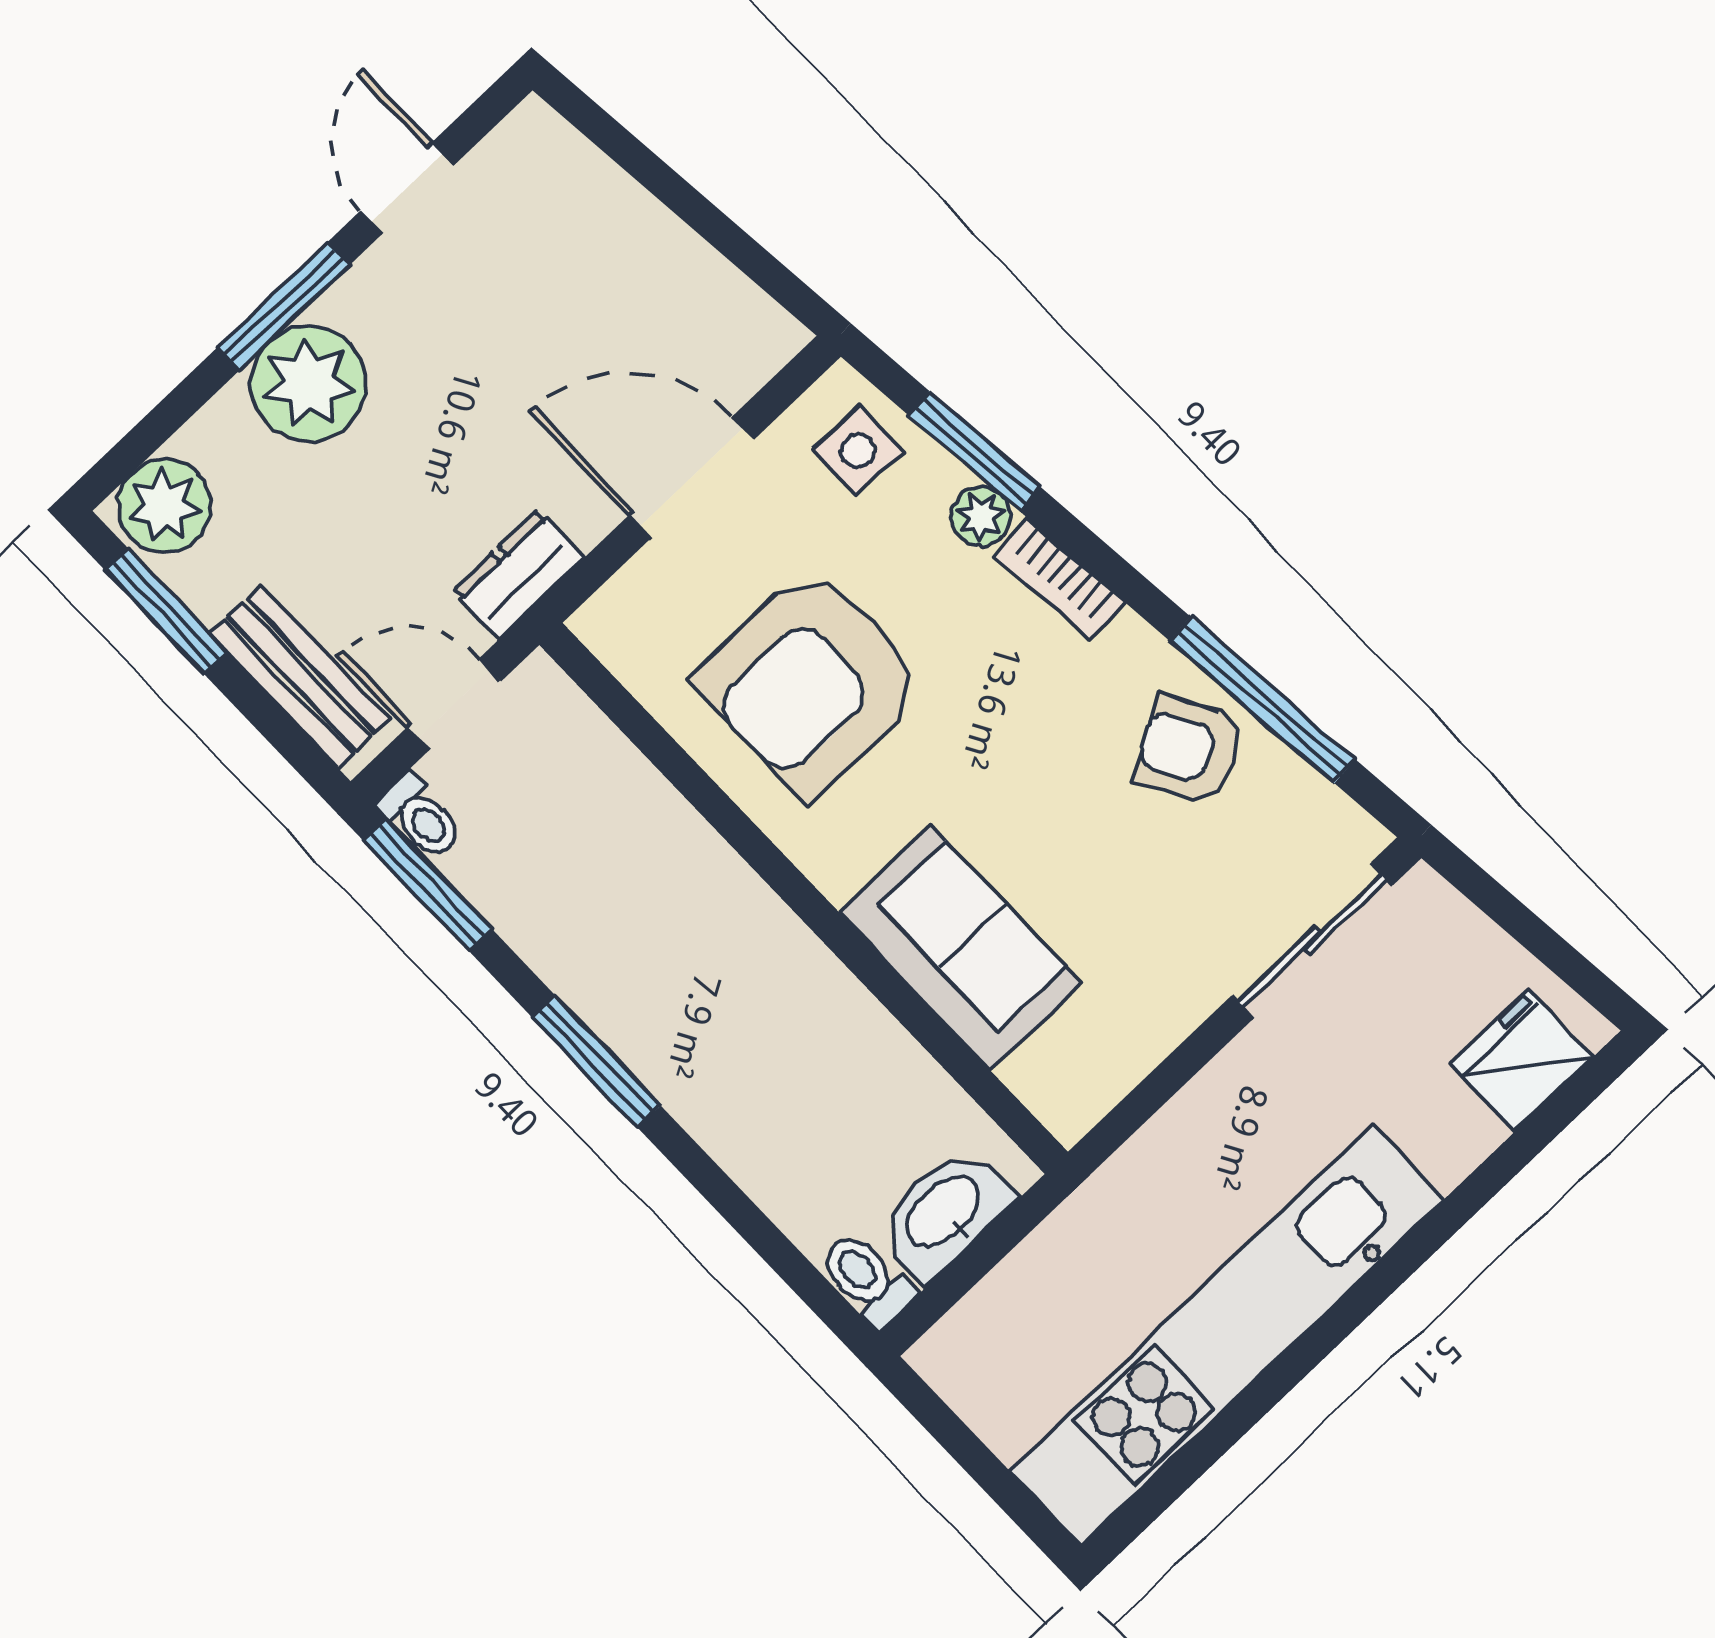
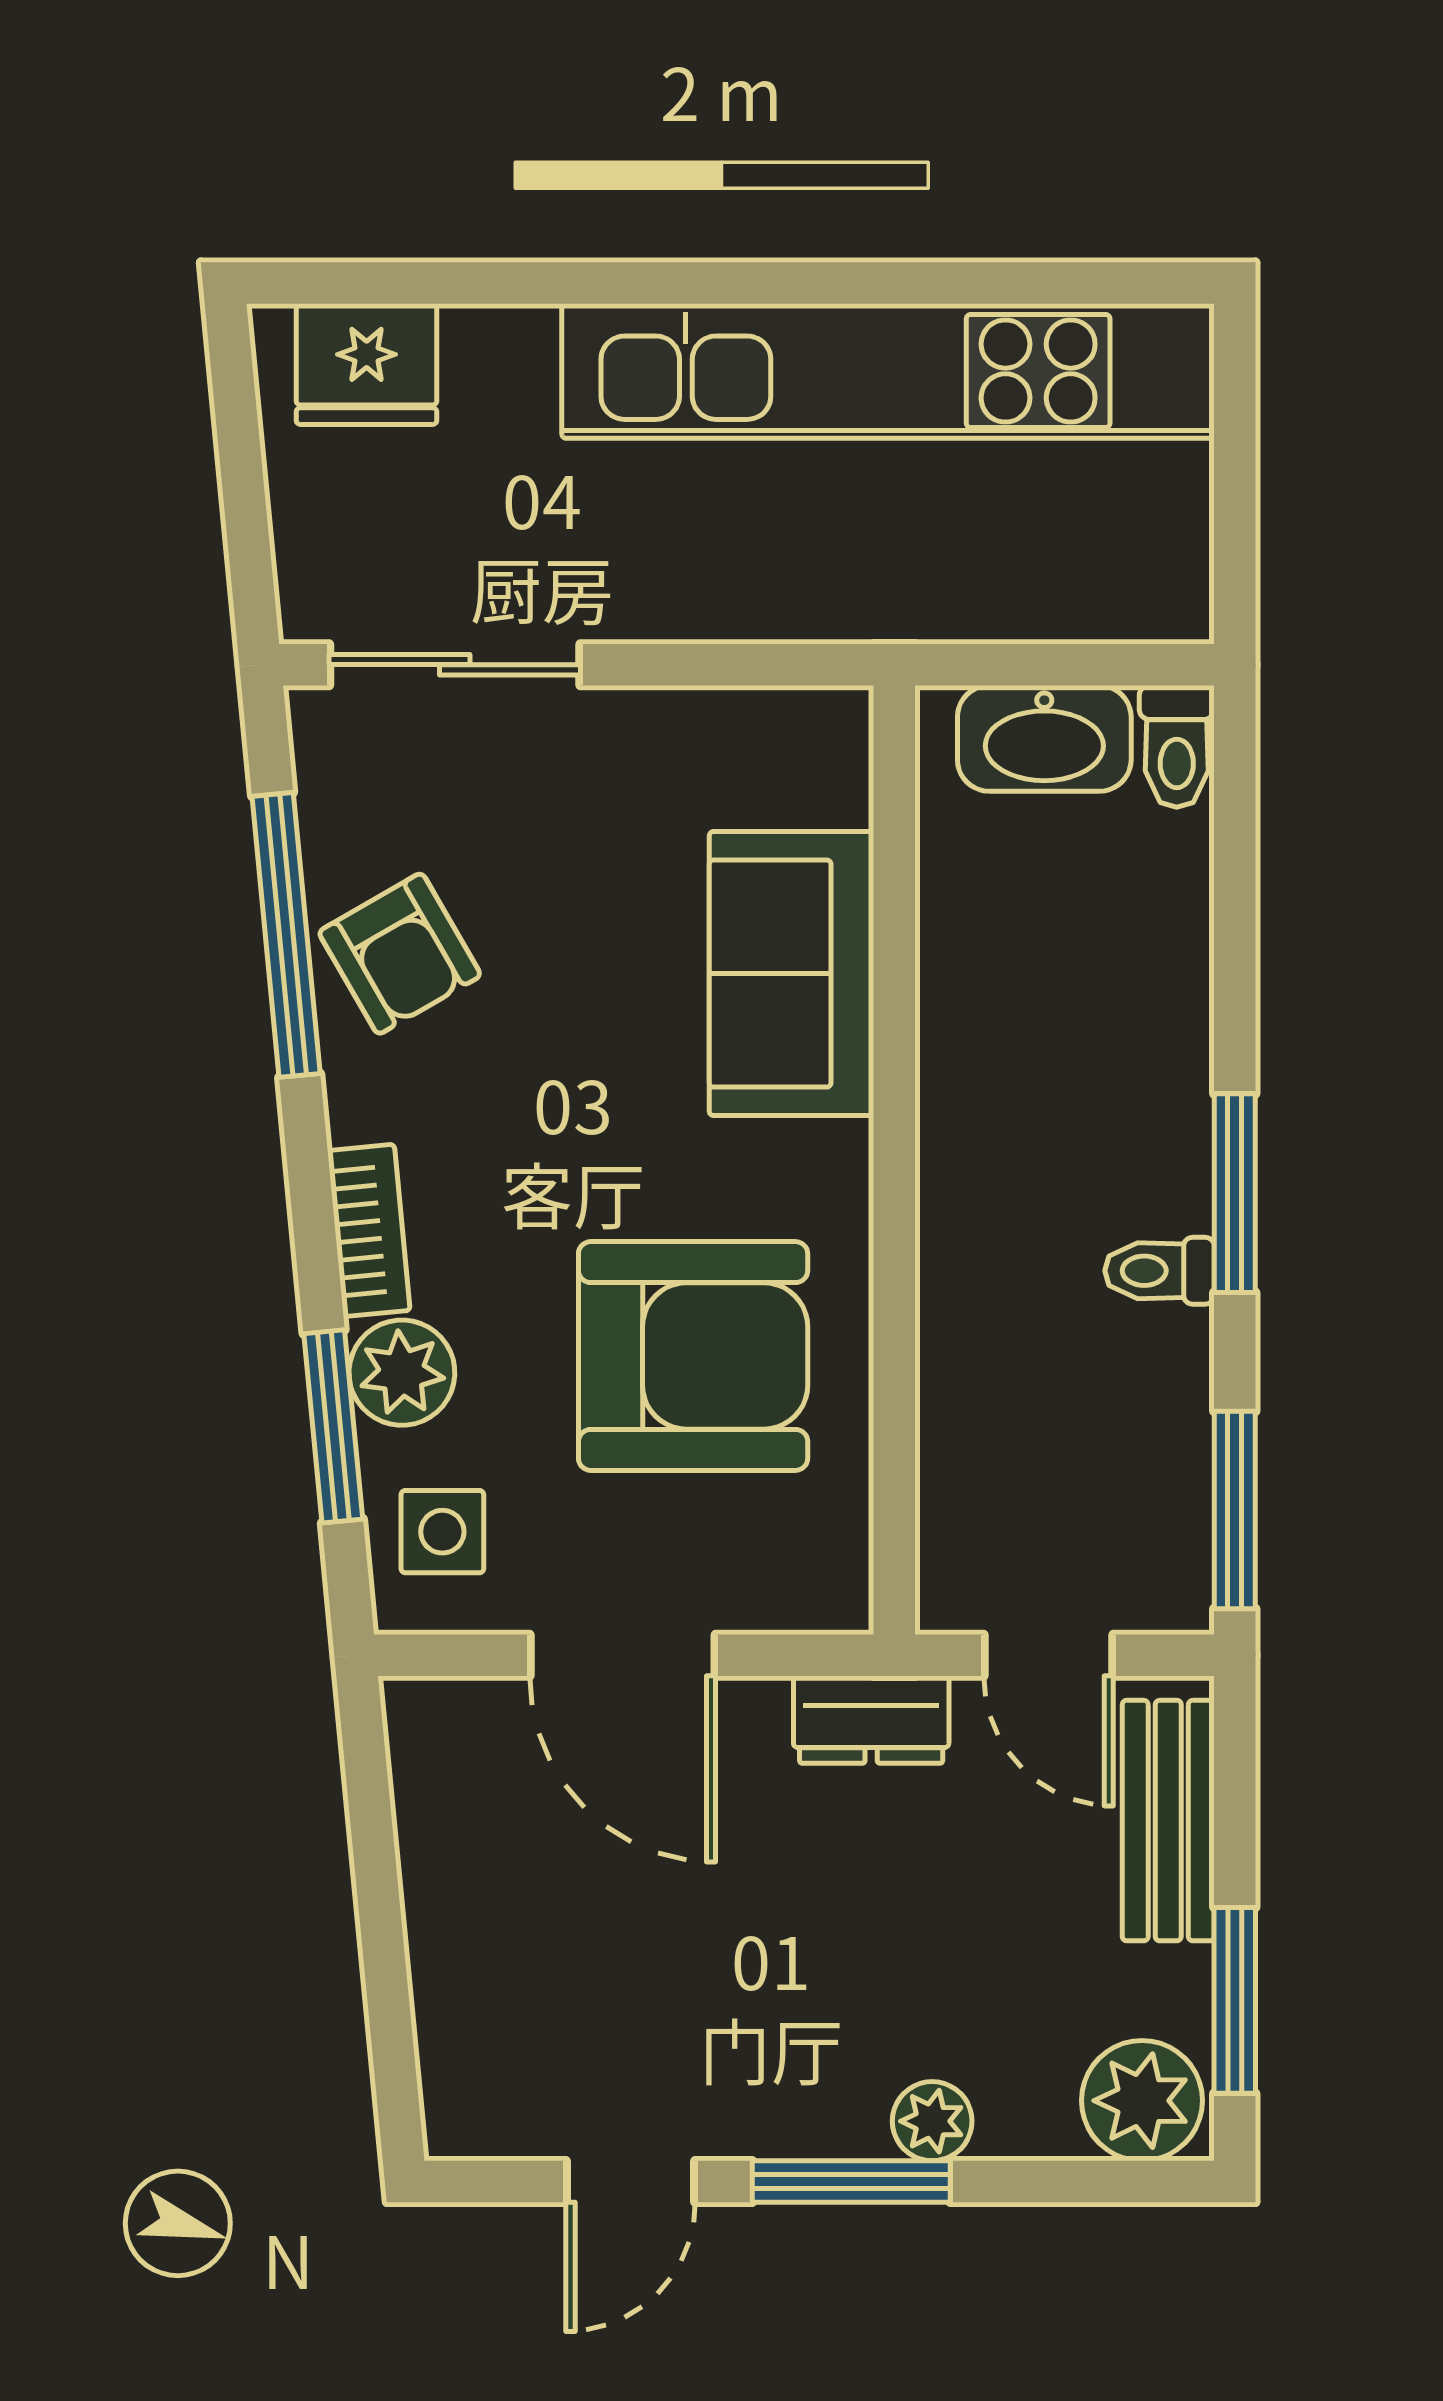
plant: (309, 384) -> (932, 2121), width x0.53, depth x0.53
plant: (980, 516) -> (402, 1373), width x1.38, depth x1.38
toilet: (420, 817) -> (1159, 1271), moved, turned -90

